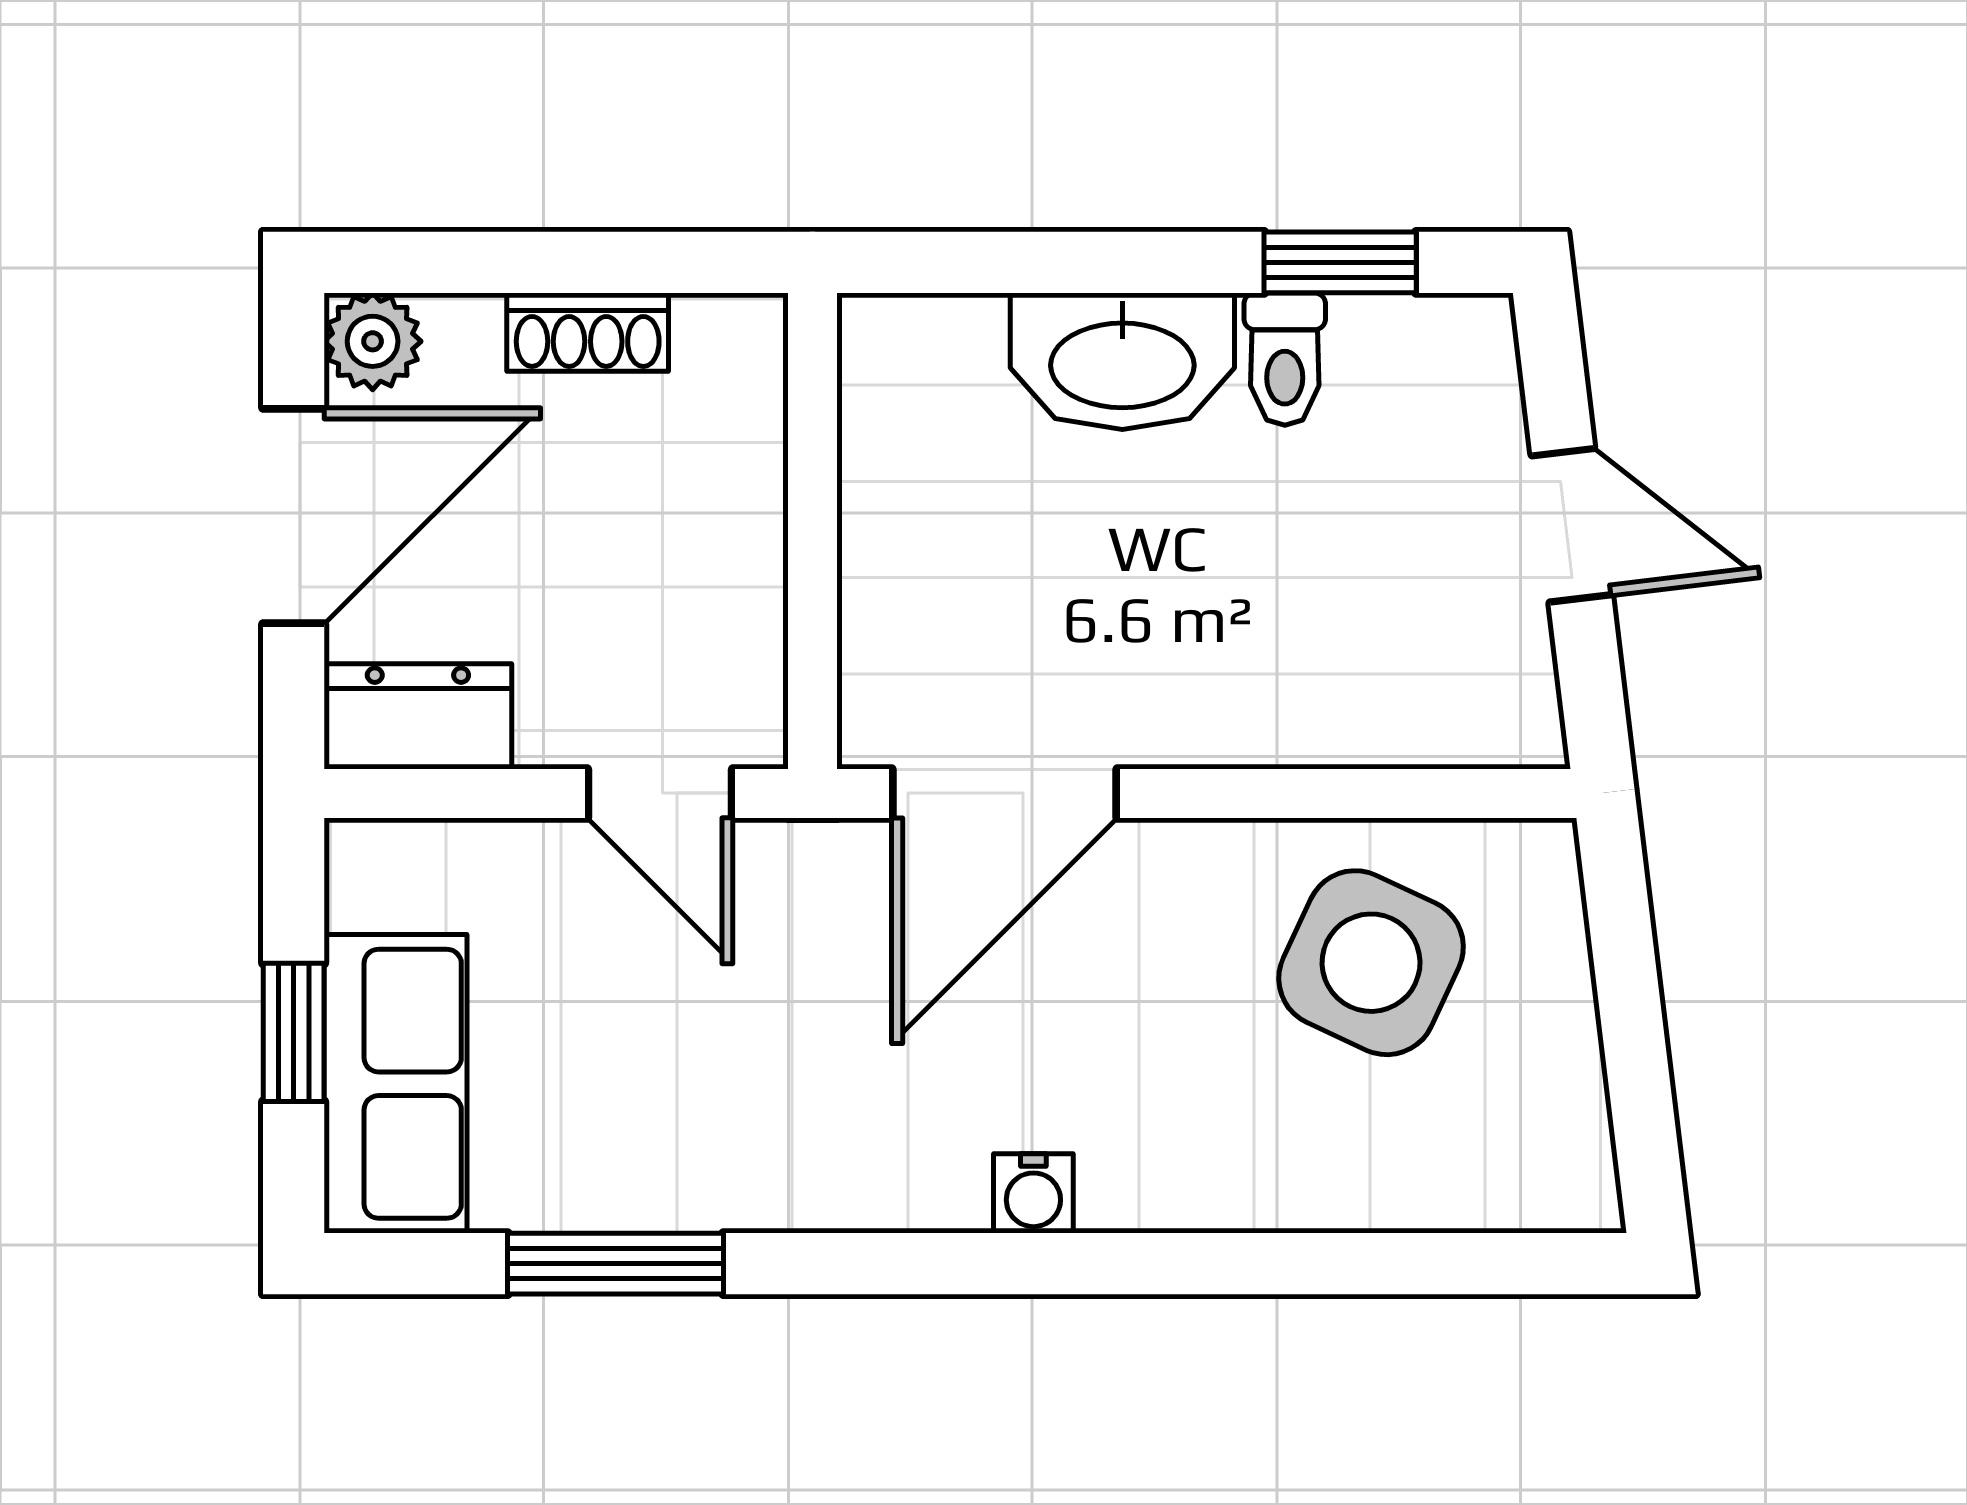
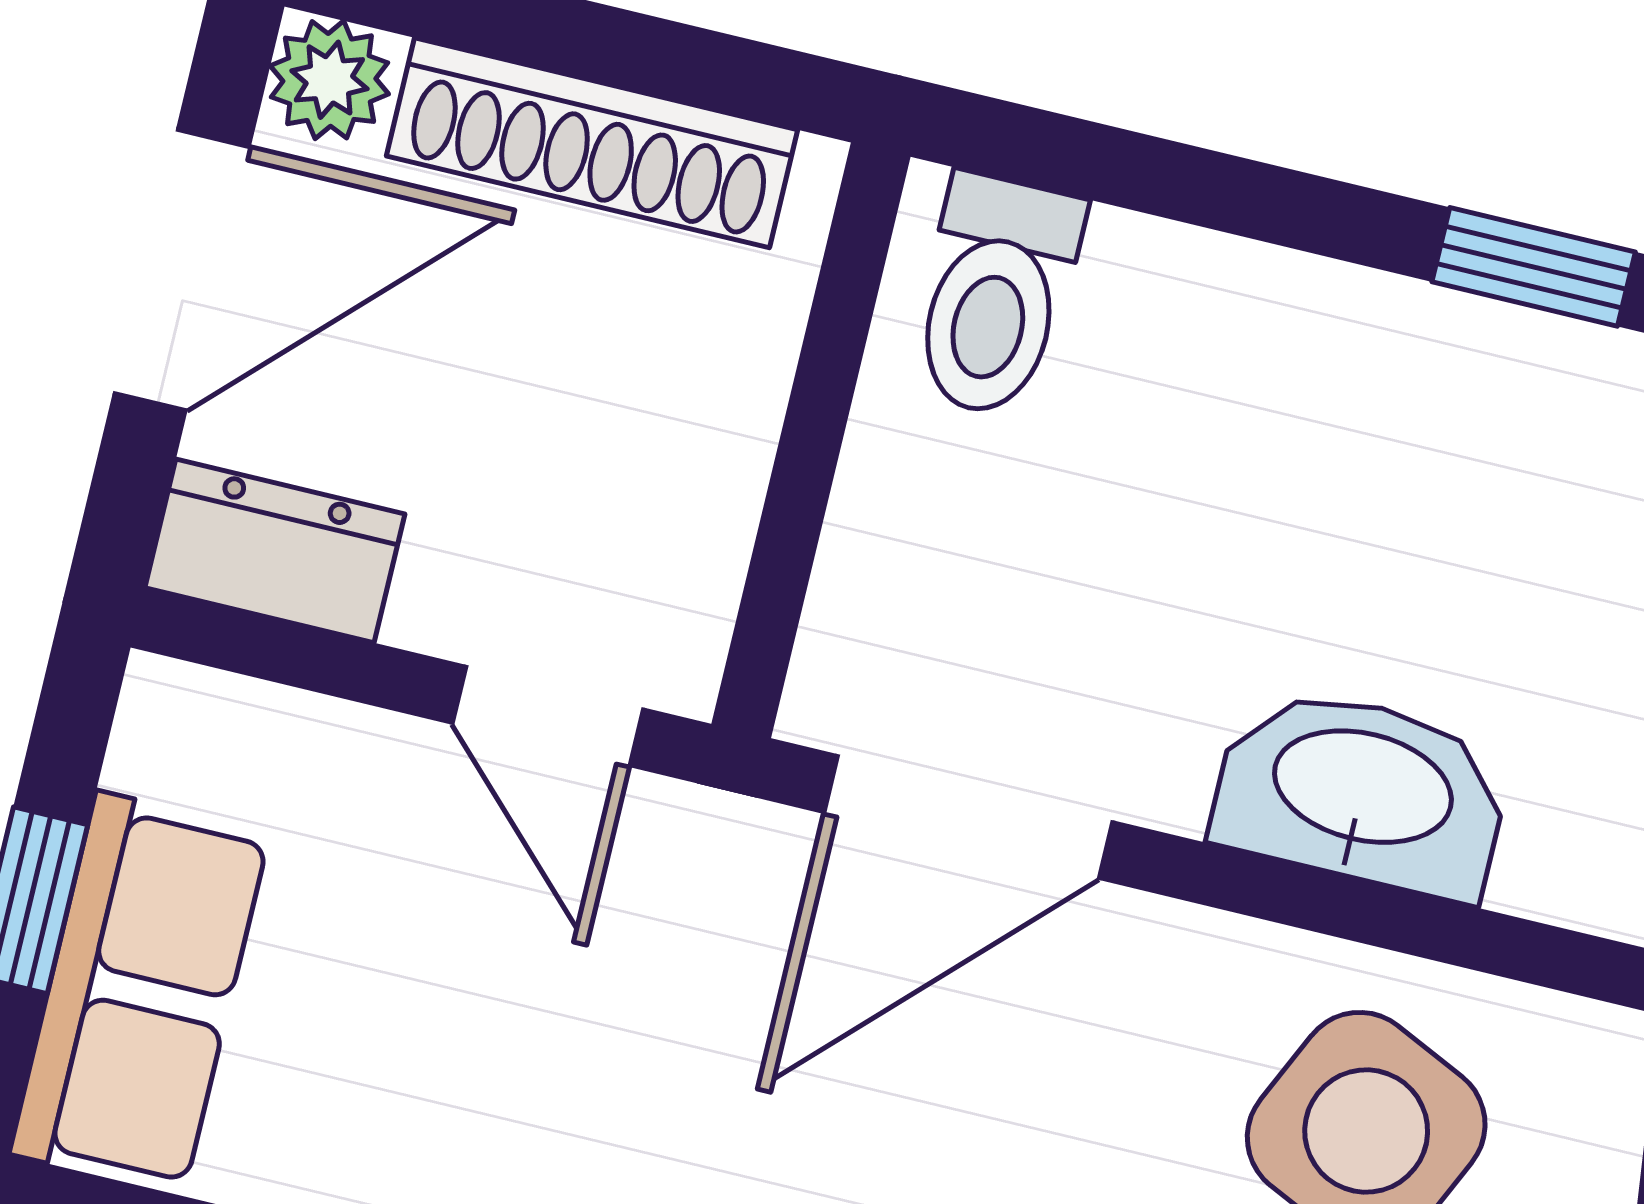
shoe rack: (588, 332) -> (592, 143), width x1.94, depth x1.24
toilet: (1285, 359) -> (995, 296), moved, width x1.37, depth x1.39
washbasin: (1122, 361) -> (1362, 792), moved, turned 180

